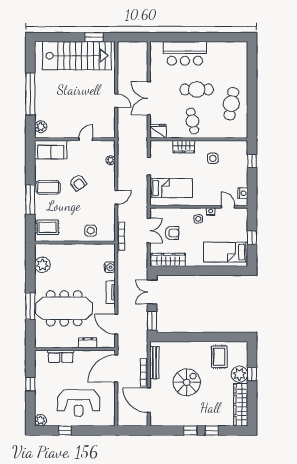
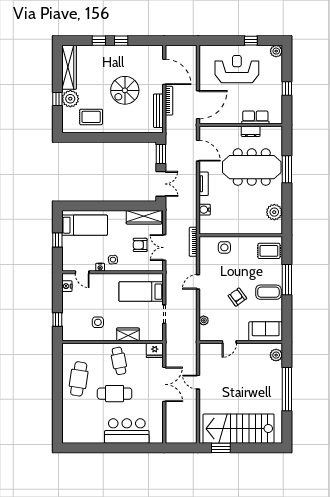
dresser: (88, 343) -> (251, 131), moved
rug: (219, 357) -> (91, 117), turned 90

